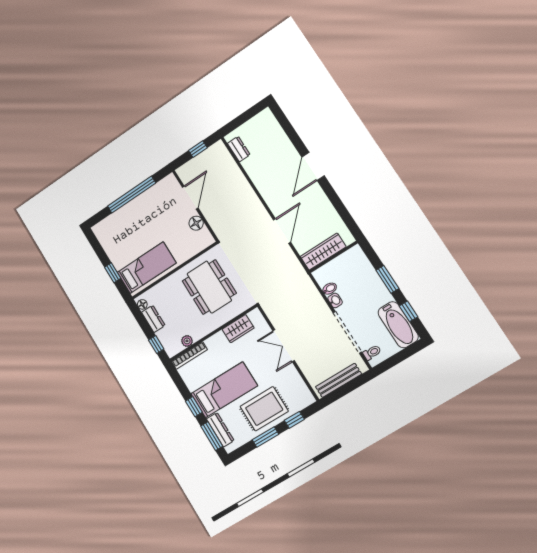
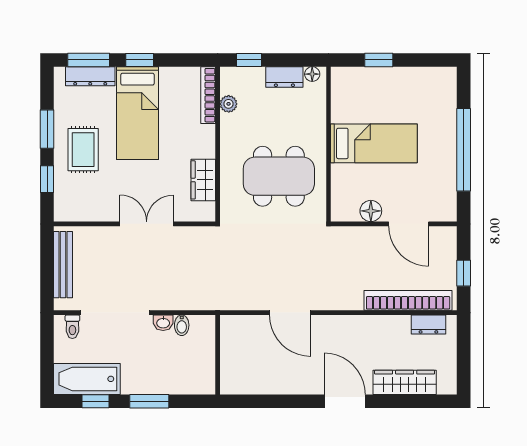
bookcase: (233, 169) -> (408, 300), added
wardrobe: (323, 252) -> (405, 382), moved, turned -90
bed: (147, 268) -> (374, 143), moved, turned -90
rug: (264, 409) -> (83, 150), width x0.73, depth x0.70

